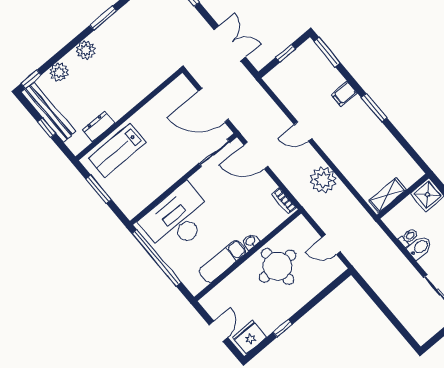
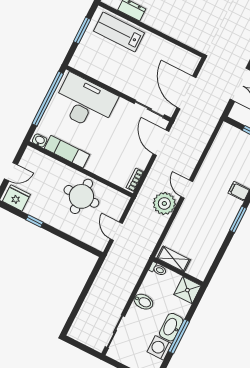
door: (303, 131) -> (187, 189), moved
toilet: (408, 237) -> (158, 269), moved
washbasin: (251, 241) -> (40, 140), moved

